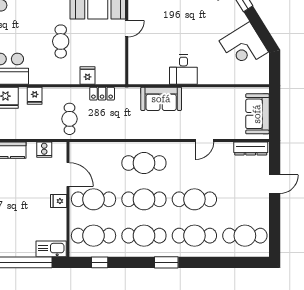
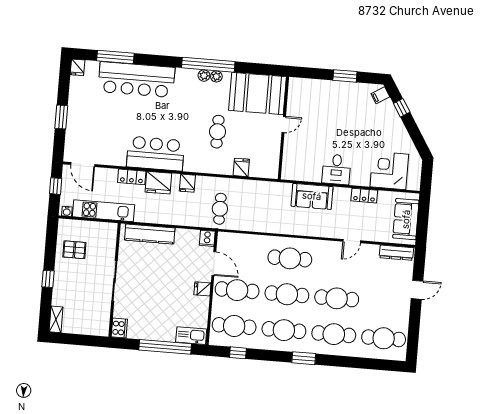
corner desk: (244, 46) -> (389, 170), moved, turned 122
locker: (102, 94) -> (364, 196), moved
cooker: (44, 150) -> (207, 238), moved

